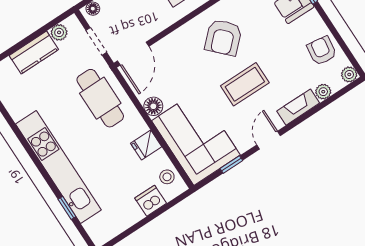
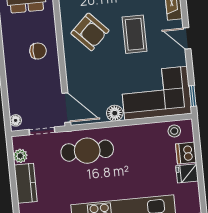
fridge: (146, 145) -> (187, 173), moved, turned 90
window: (231, 164) -> (193, 96), moved

